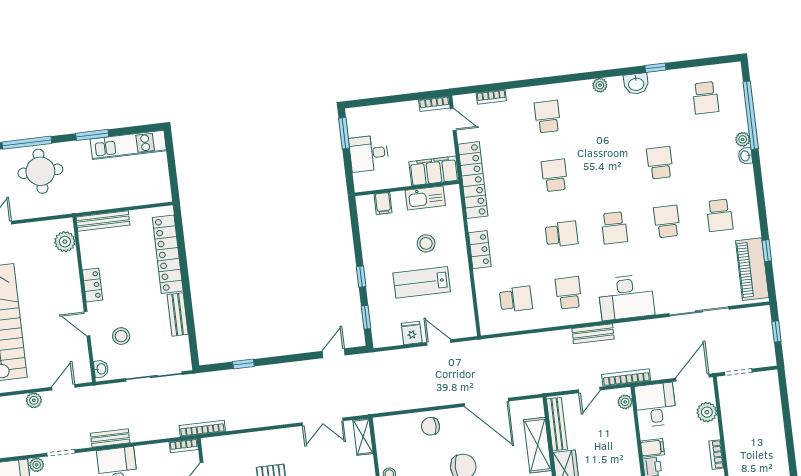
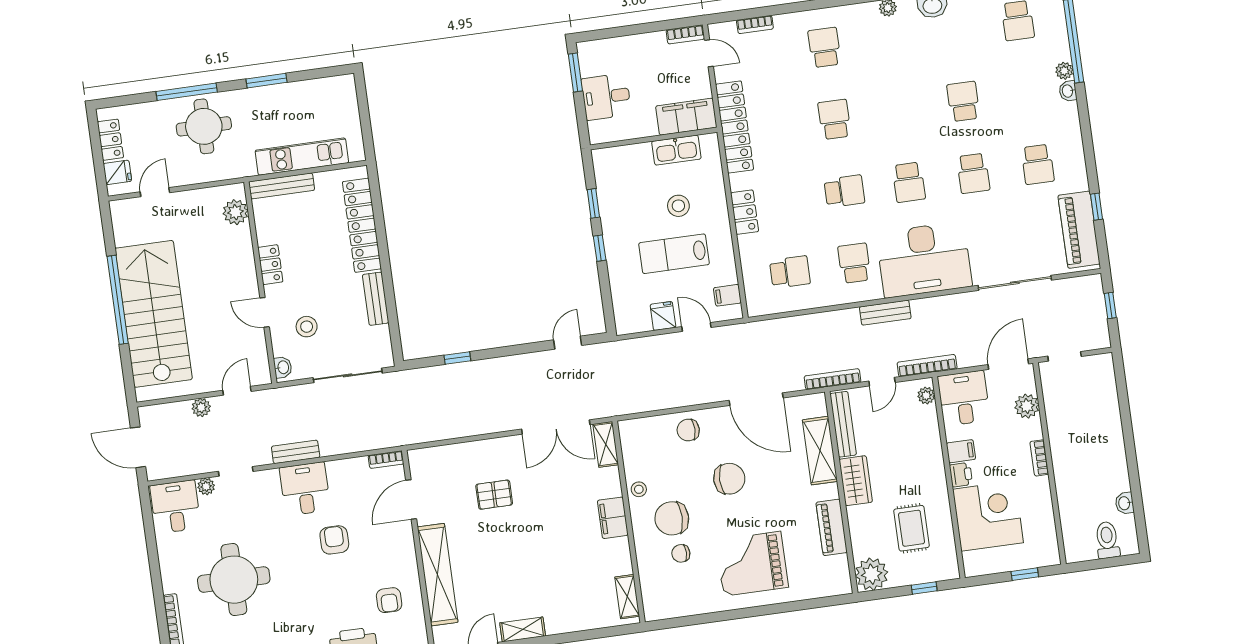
kitchen unit: (128, 145) -> (302, 157), moved, turned 180
filing cabinet: (383, 203) -> (727, 295), moved, turned 90
school desk: (667, 222) -> (973, 173), turned 180
desk: (626, 297) -> (924, 260), width x1.36, depth x1.30
window: (366, 317) -> (593, 203), moved
double door: (323, 422) -> (556, 427), width x1.37
bookcase: (202, 428) -> (833, 379), moved

